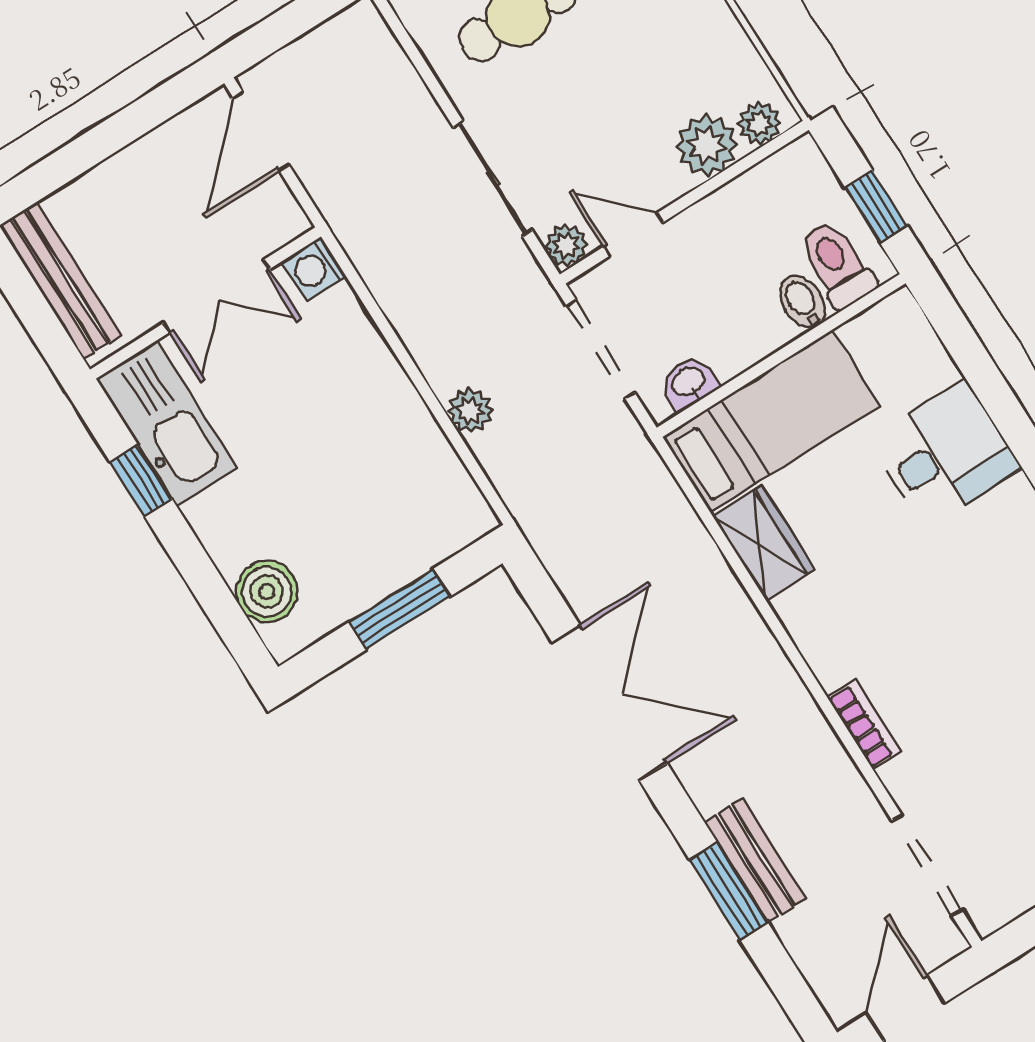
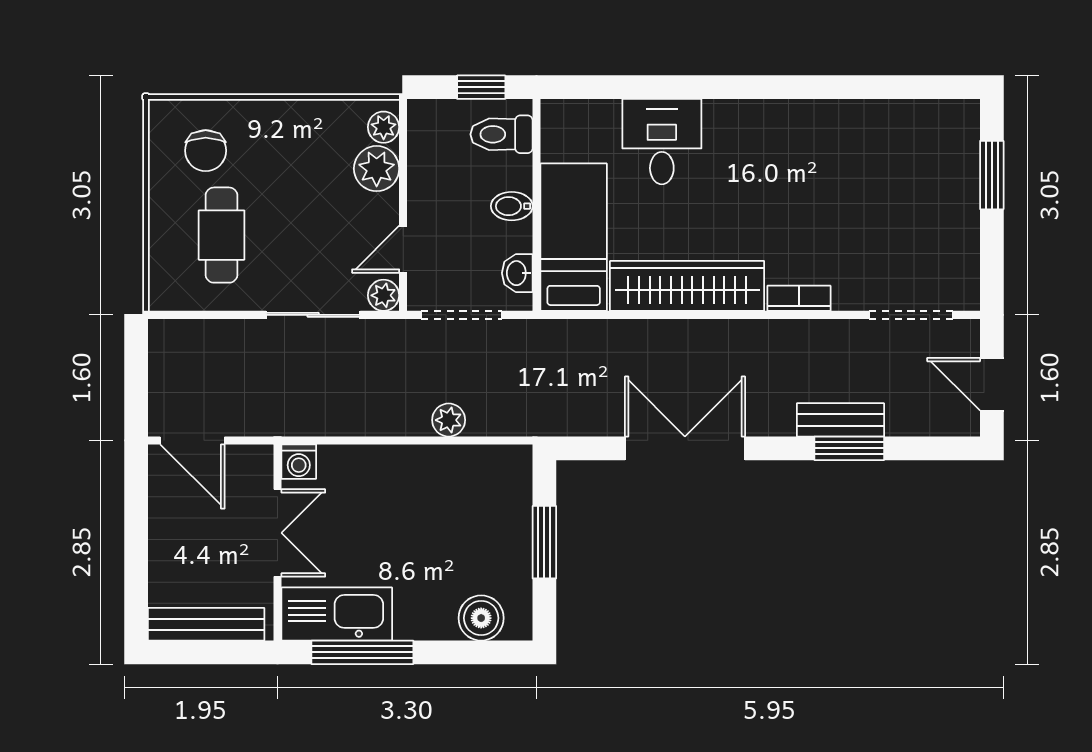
bidet: (803, 302) -> (512, 206), moved
window: (141, 480) -> (362, 652), width x2.17
wardrobe: (764, 543) -> (687, 286), width x2.10, depth x1.17

